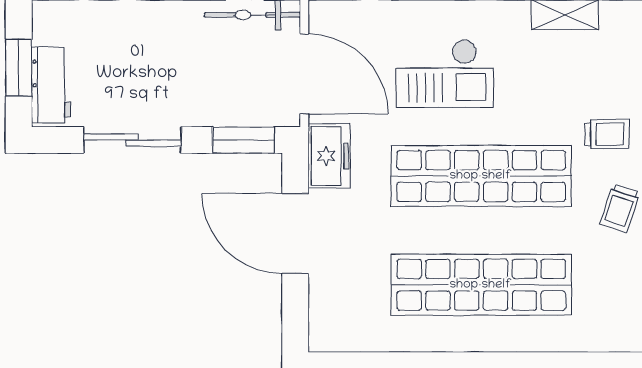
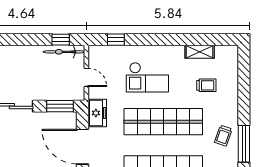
door: (304, 74) -> (86, 77), width x0.53
trolley: (607, 134) -> (206, 85), moved

